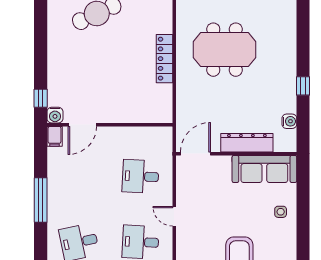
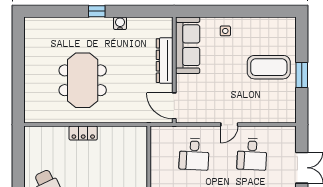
locker: (165, 59) -> (83, 133), width x0.66
window: (303, 86) -> (97, 11), moved
water cooler: (289, 121) -> (120, 23), moved

